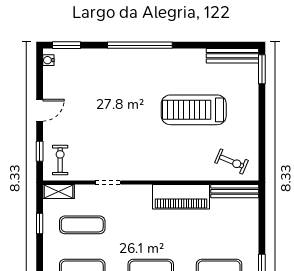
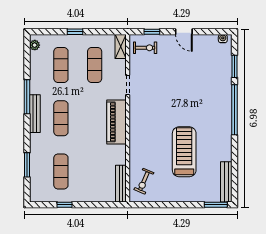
window: (67, 45) -> (234, 66), moved
piano: (181, 197) -> (116, 122), moved
window: (40, 224) -> (75, 32), moved

